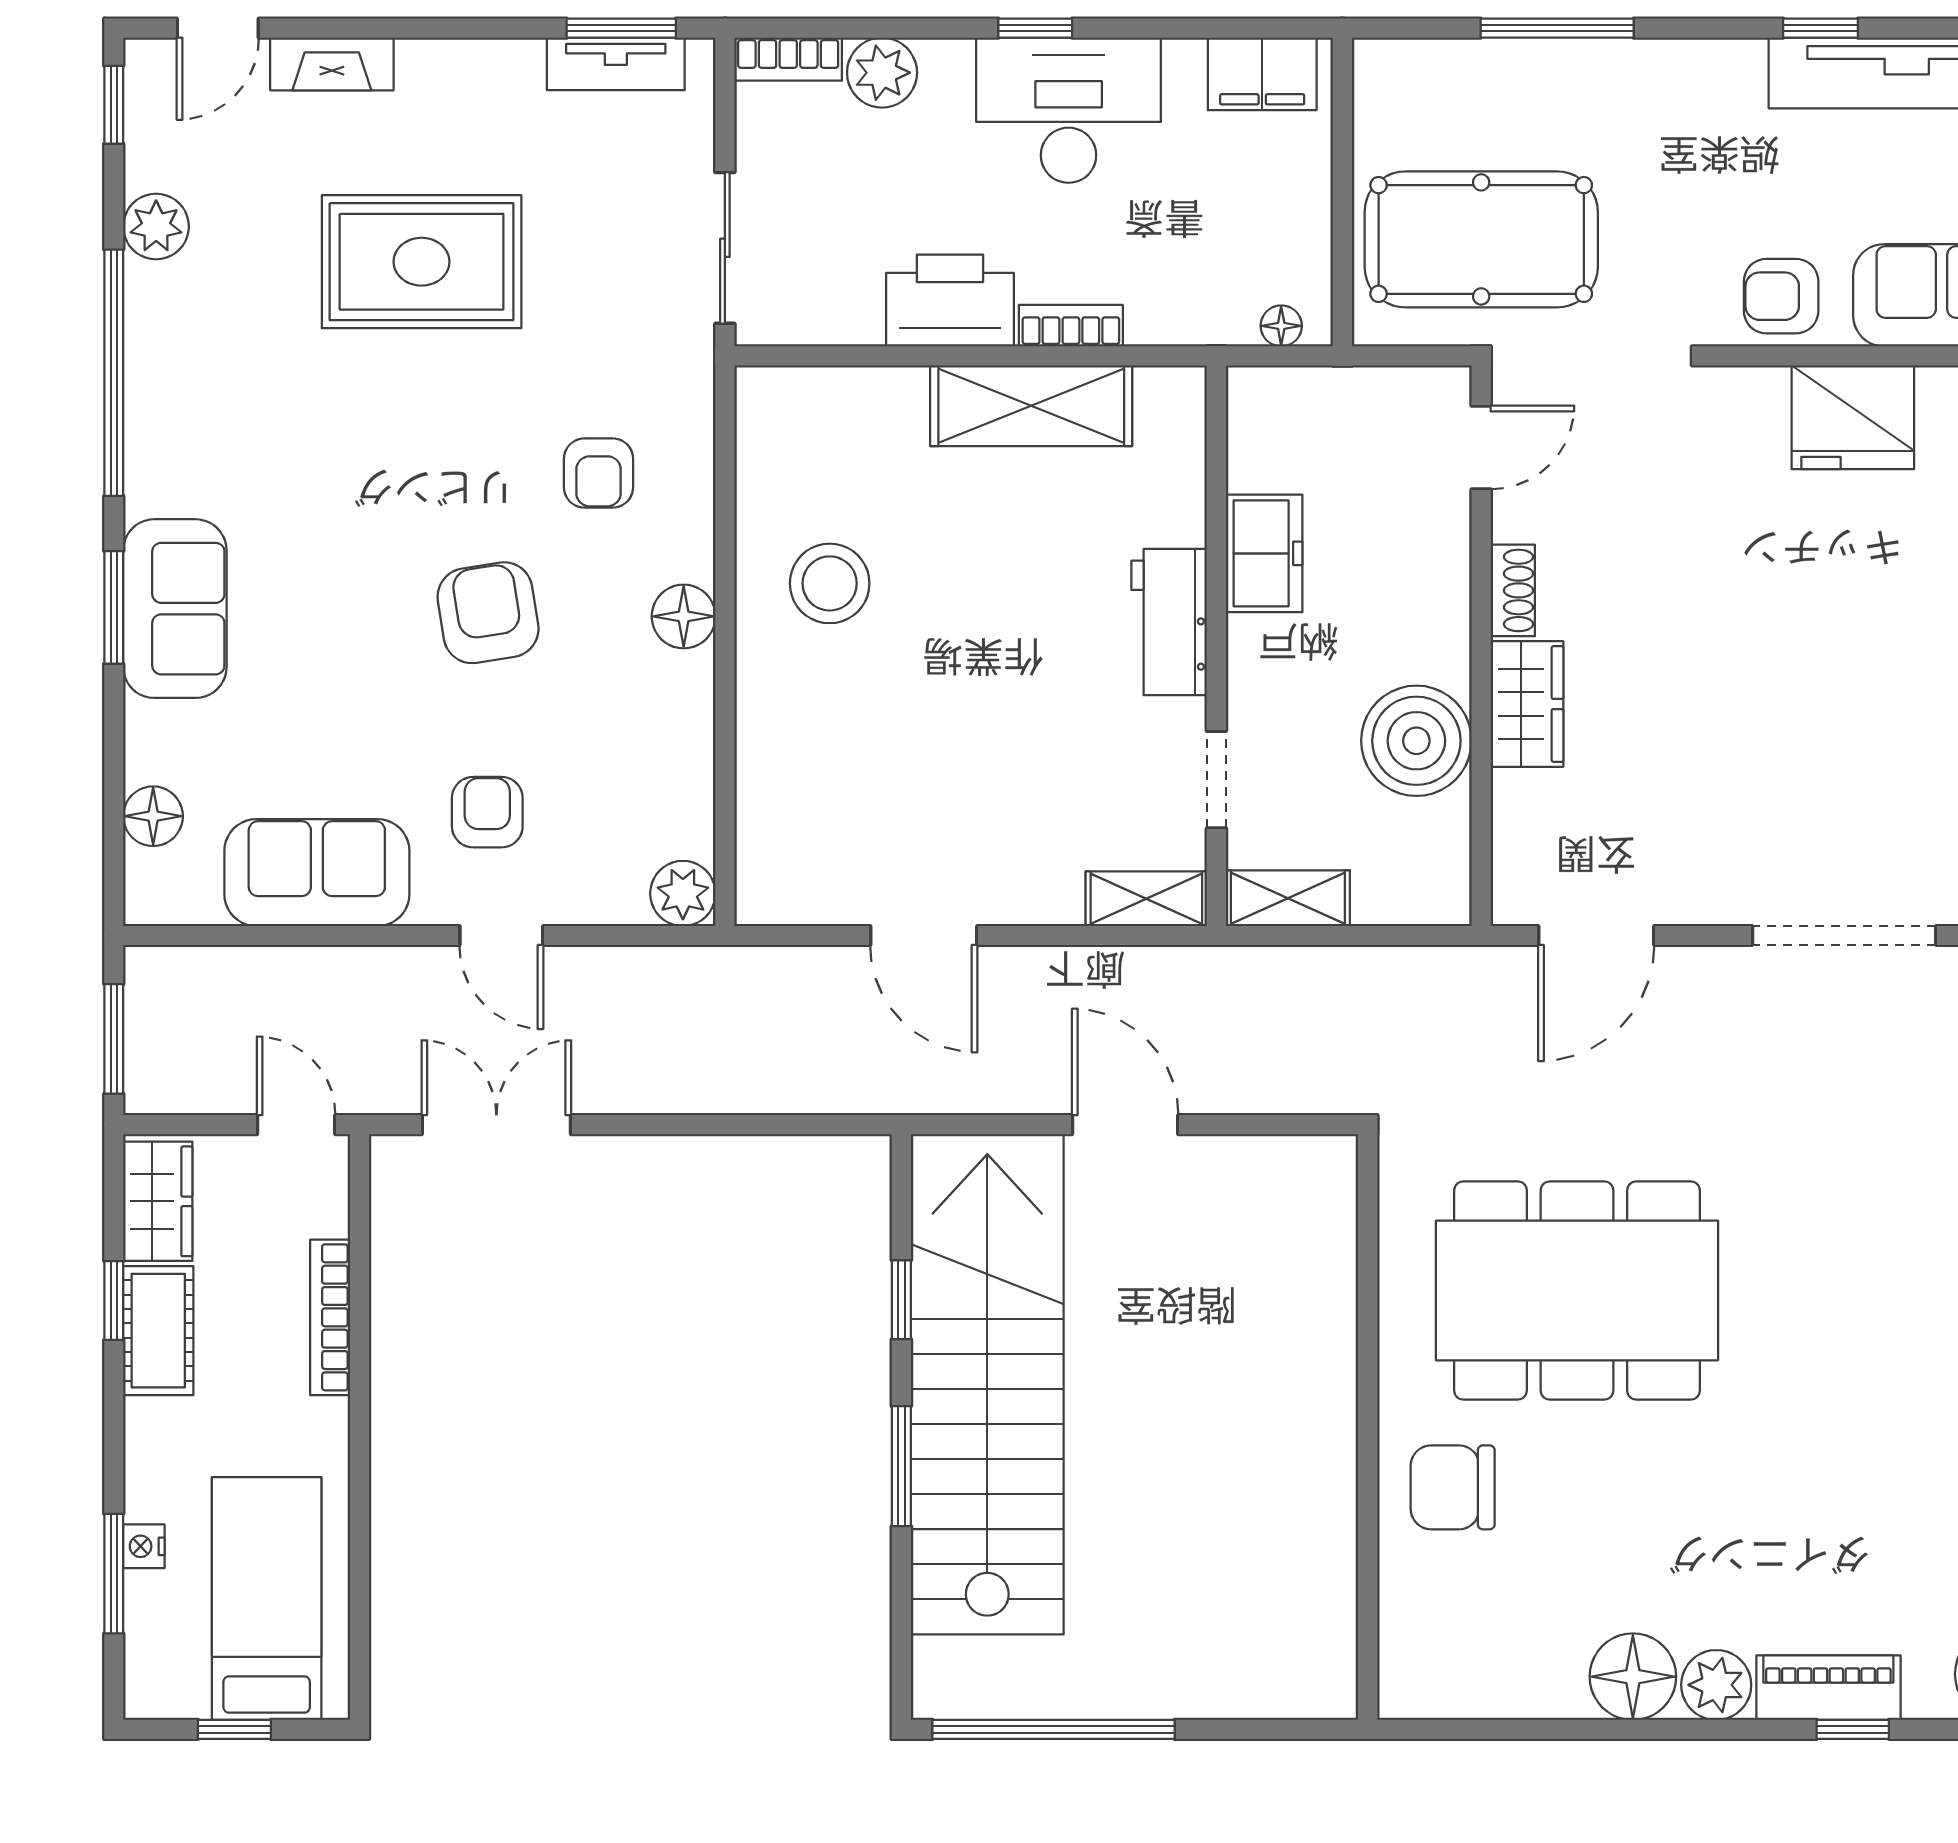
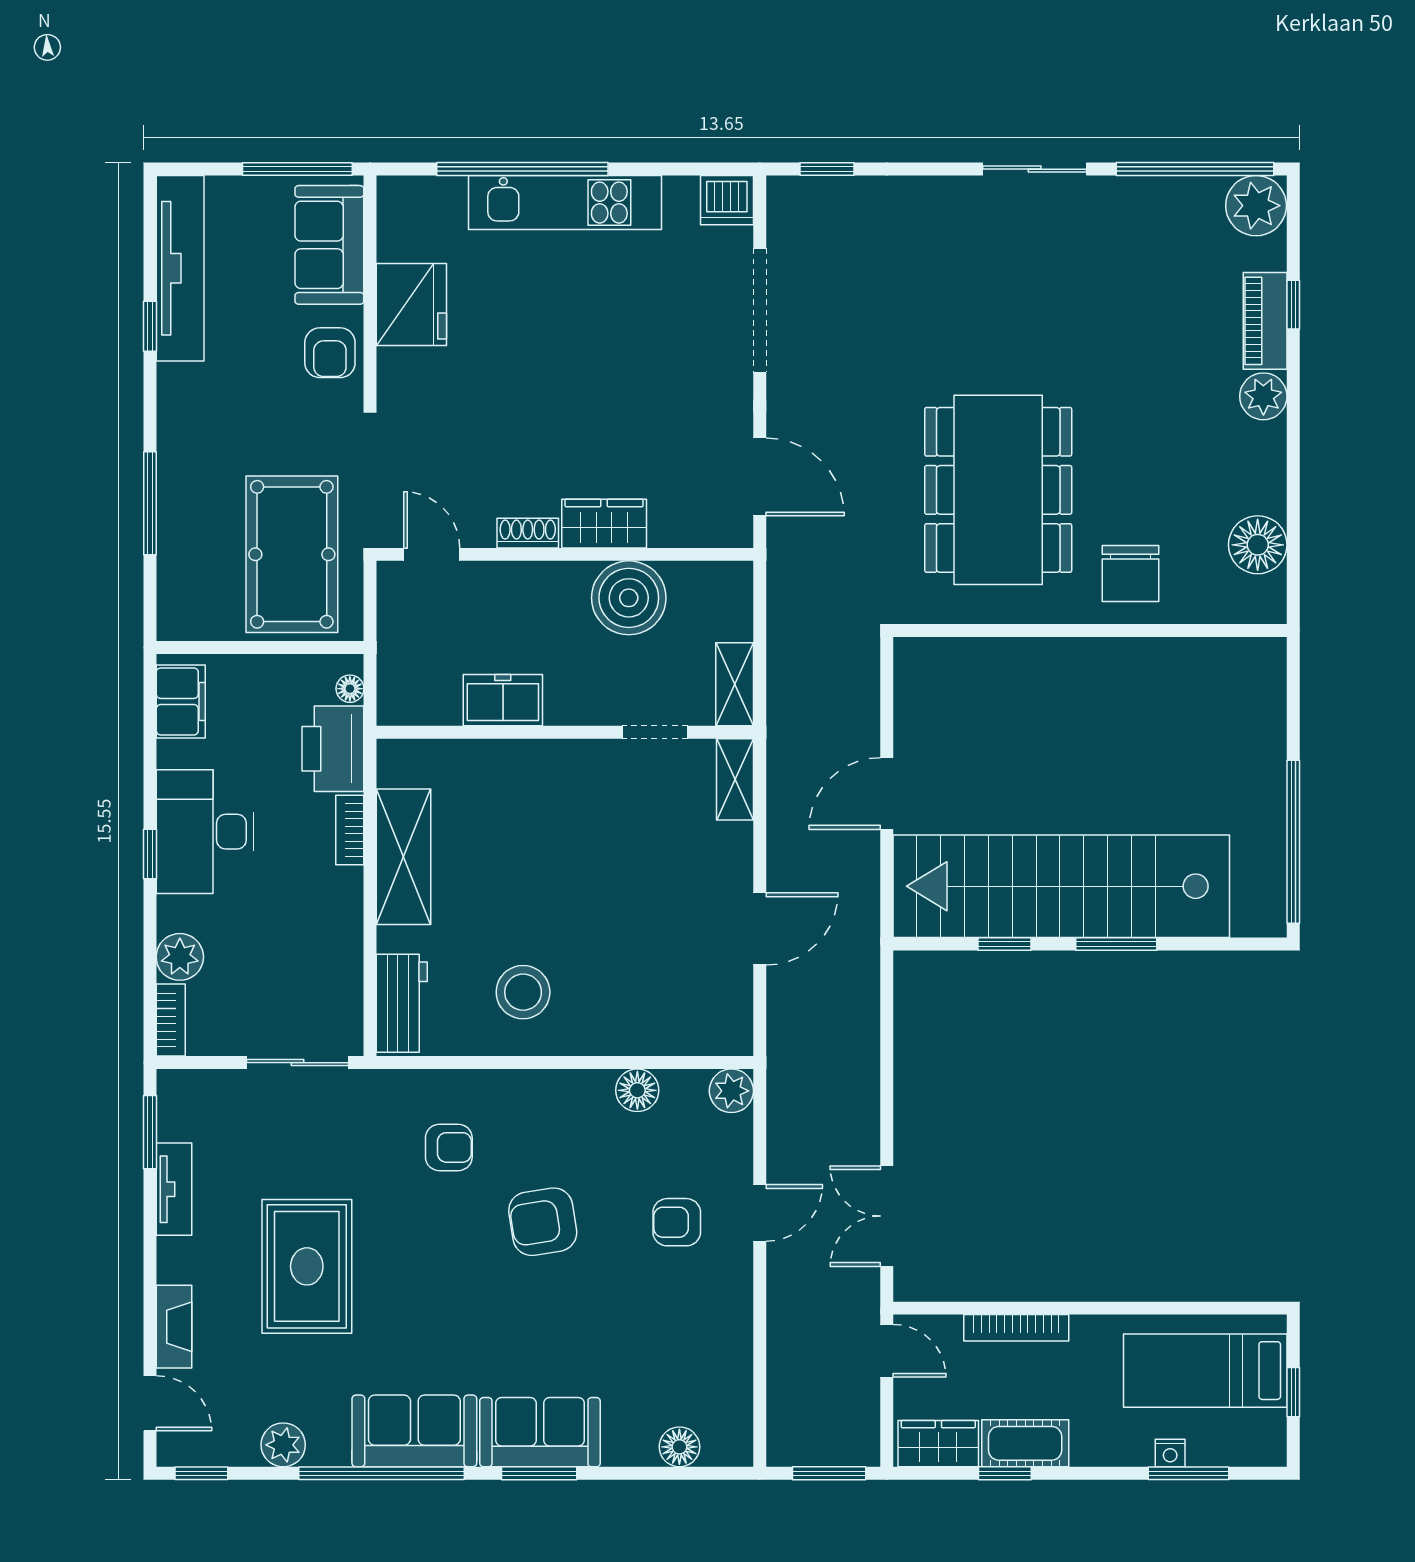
tv unit: (616, 64) -> (174, 1189), moved
printer: (950, 300) -> (333, 749), moved
floor lamp: (684, 616) -> (637, 1090), moved
workbench: (1169, 622) -> (402, 1003), moved, turned -90
sofa: (317, 873) -> (414, 1431), moved, turned 90
door: (296, 1125) -> (887, 1351), swing flipped
floor lamp: (1633, 1677) -> (1258, 545), moved

